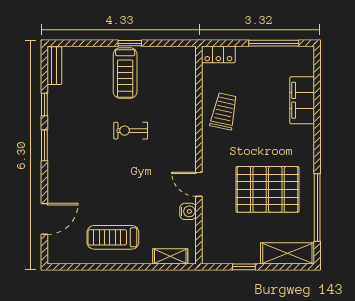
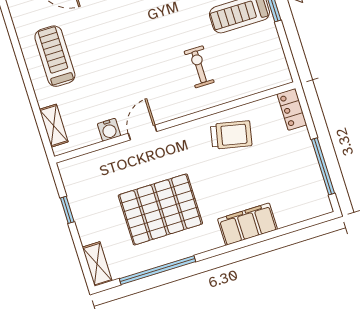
filing cabinet: (302, 100) -> (248, 224), moved
exercise bike: (131, 131) -> (199, 67), moved
pallet: (267, 189) -> (160, 209), turned 90
shelving: (287, 253) -> (97, 264), width x0.67, depth x0.75

